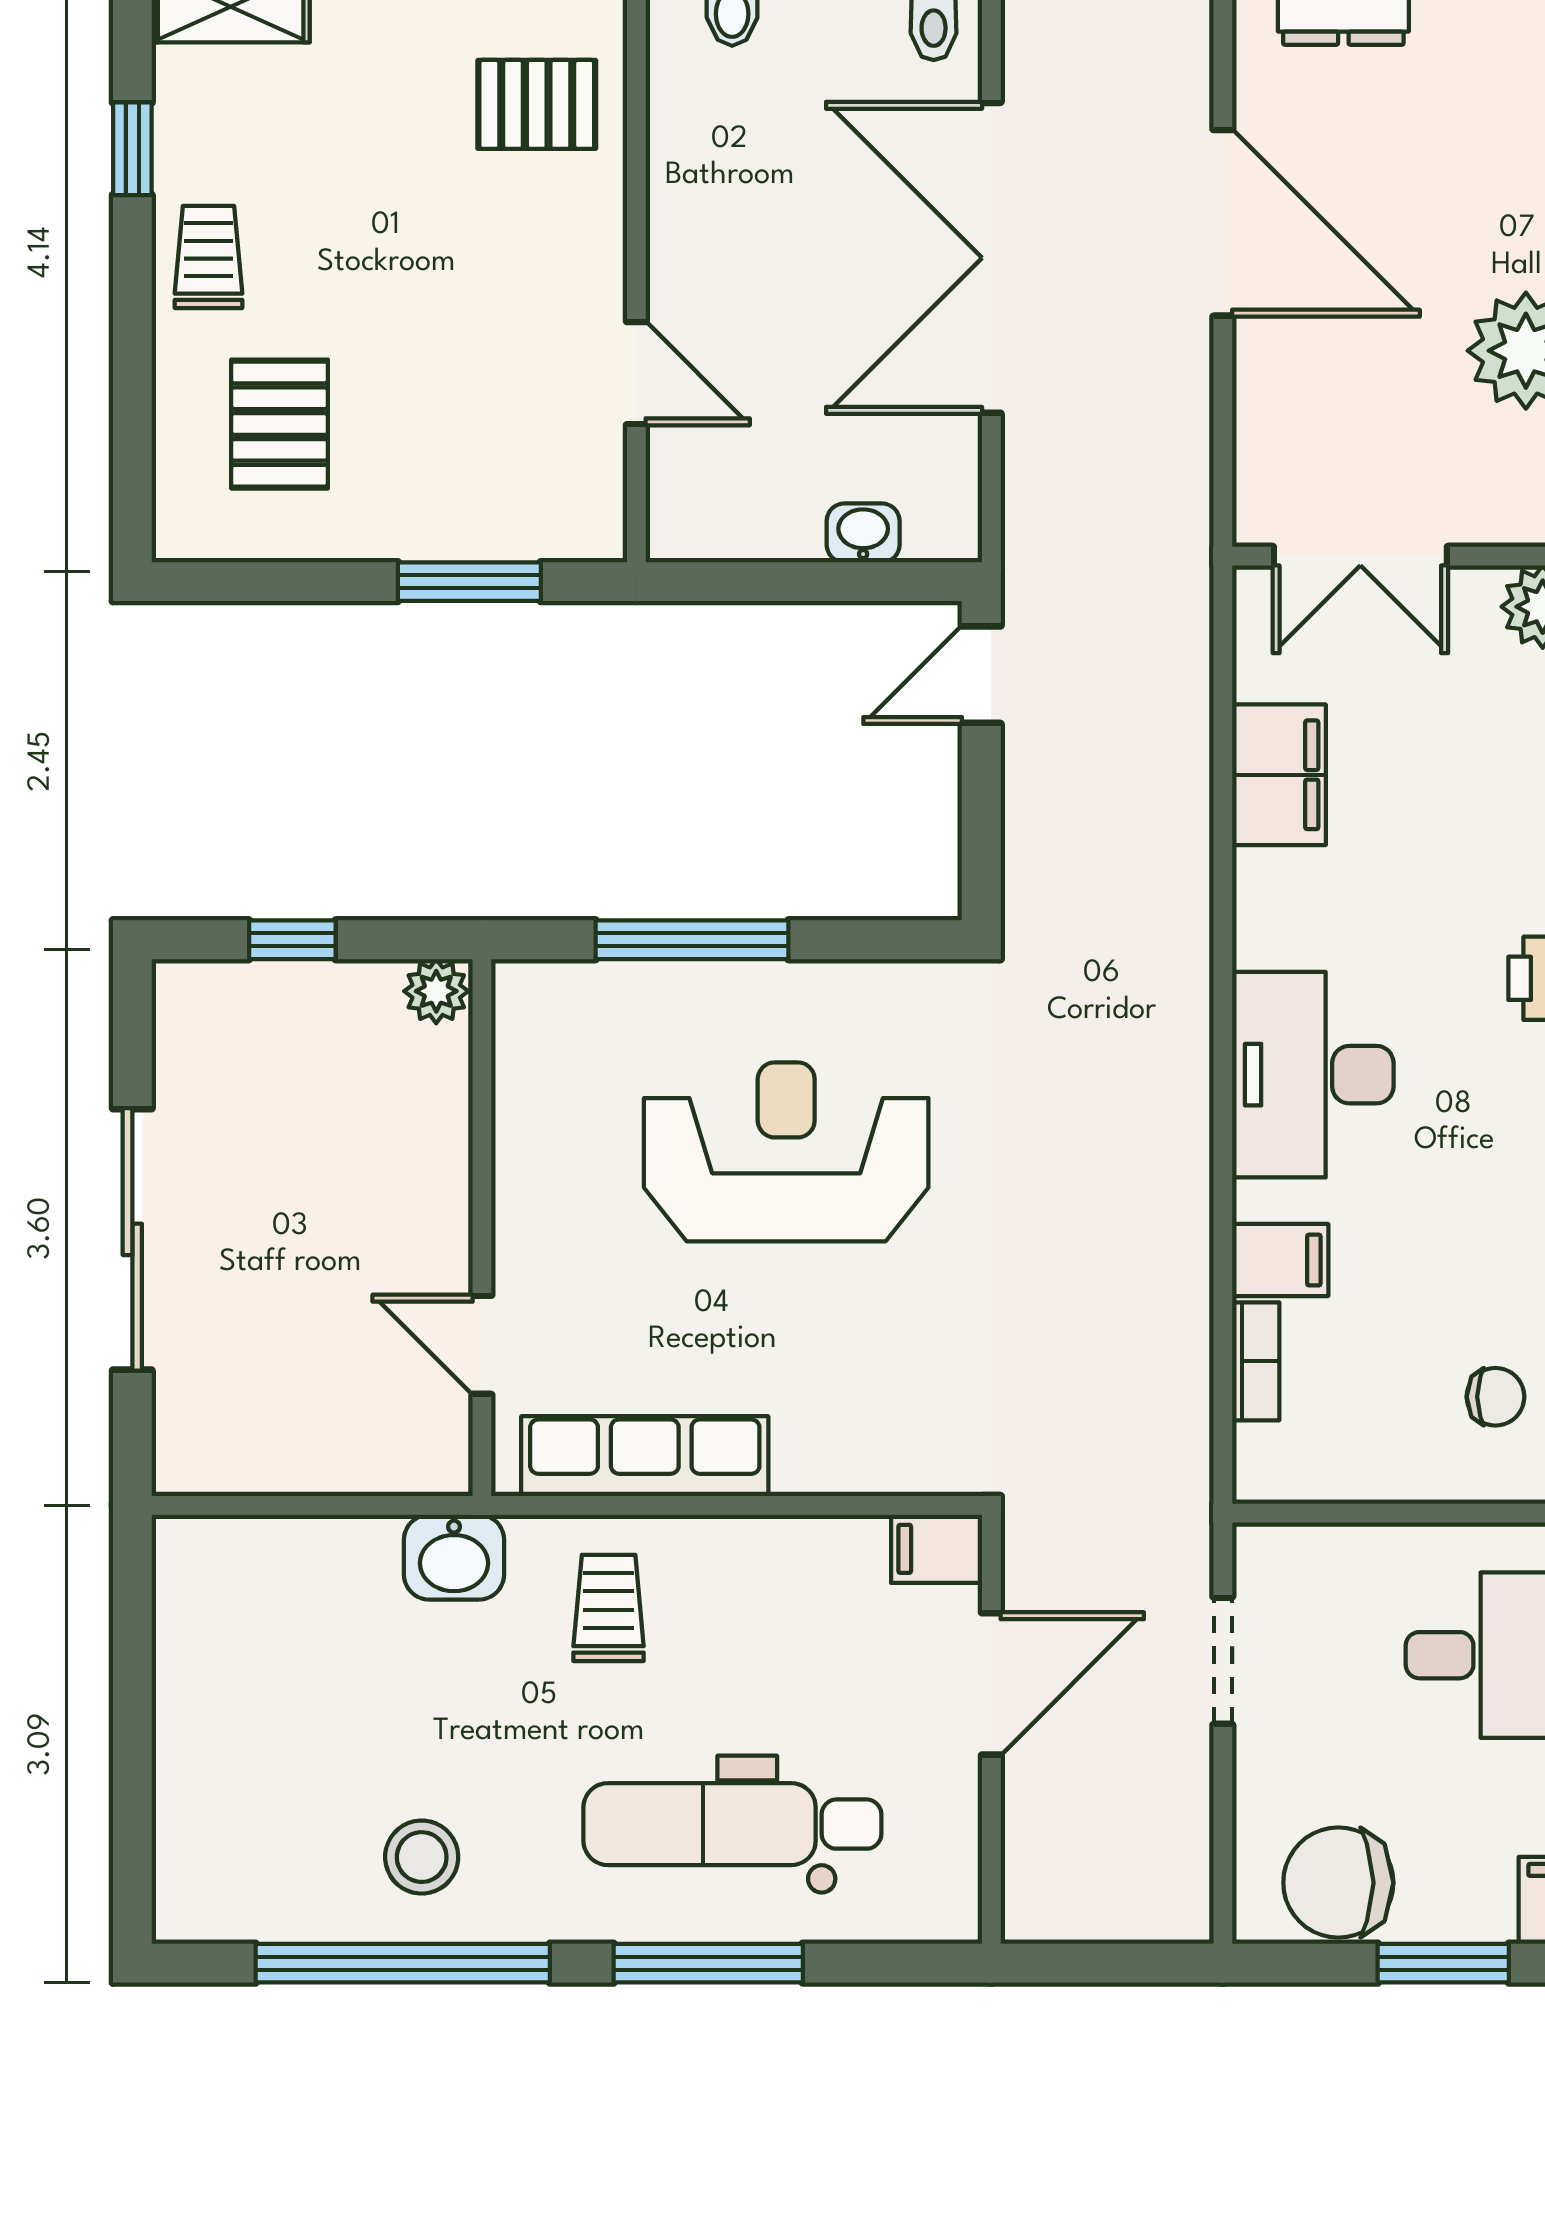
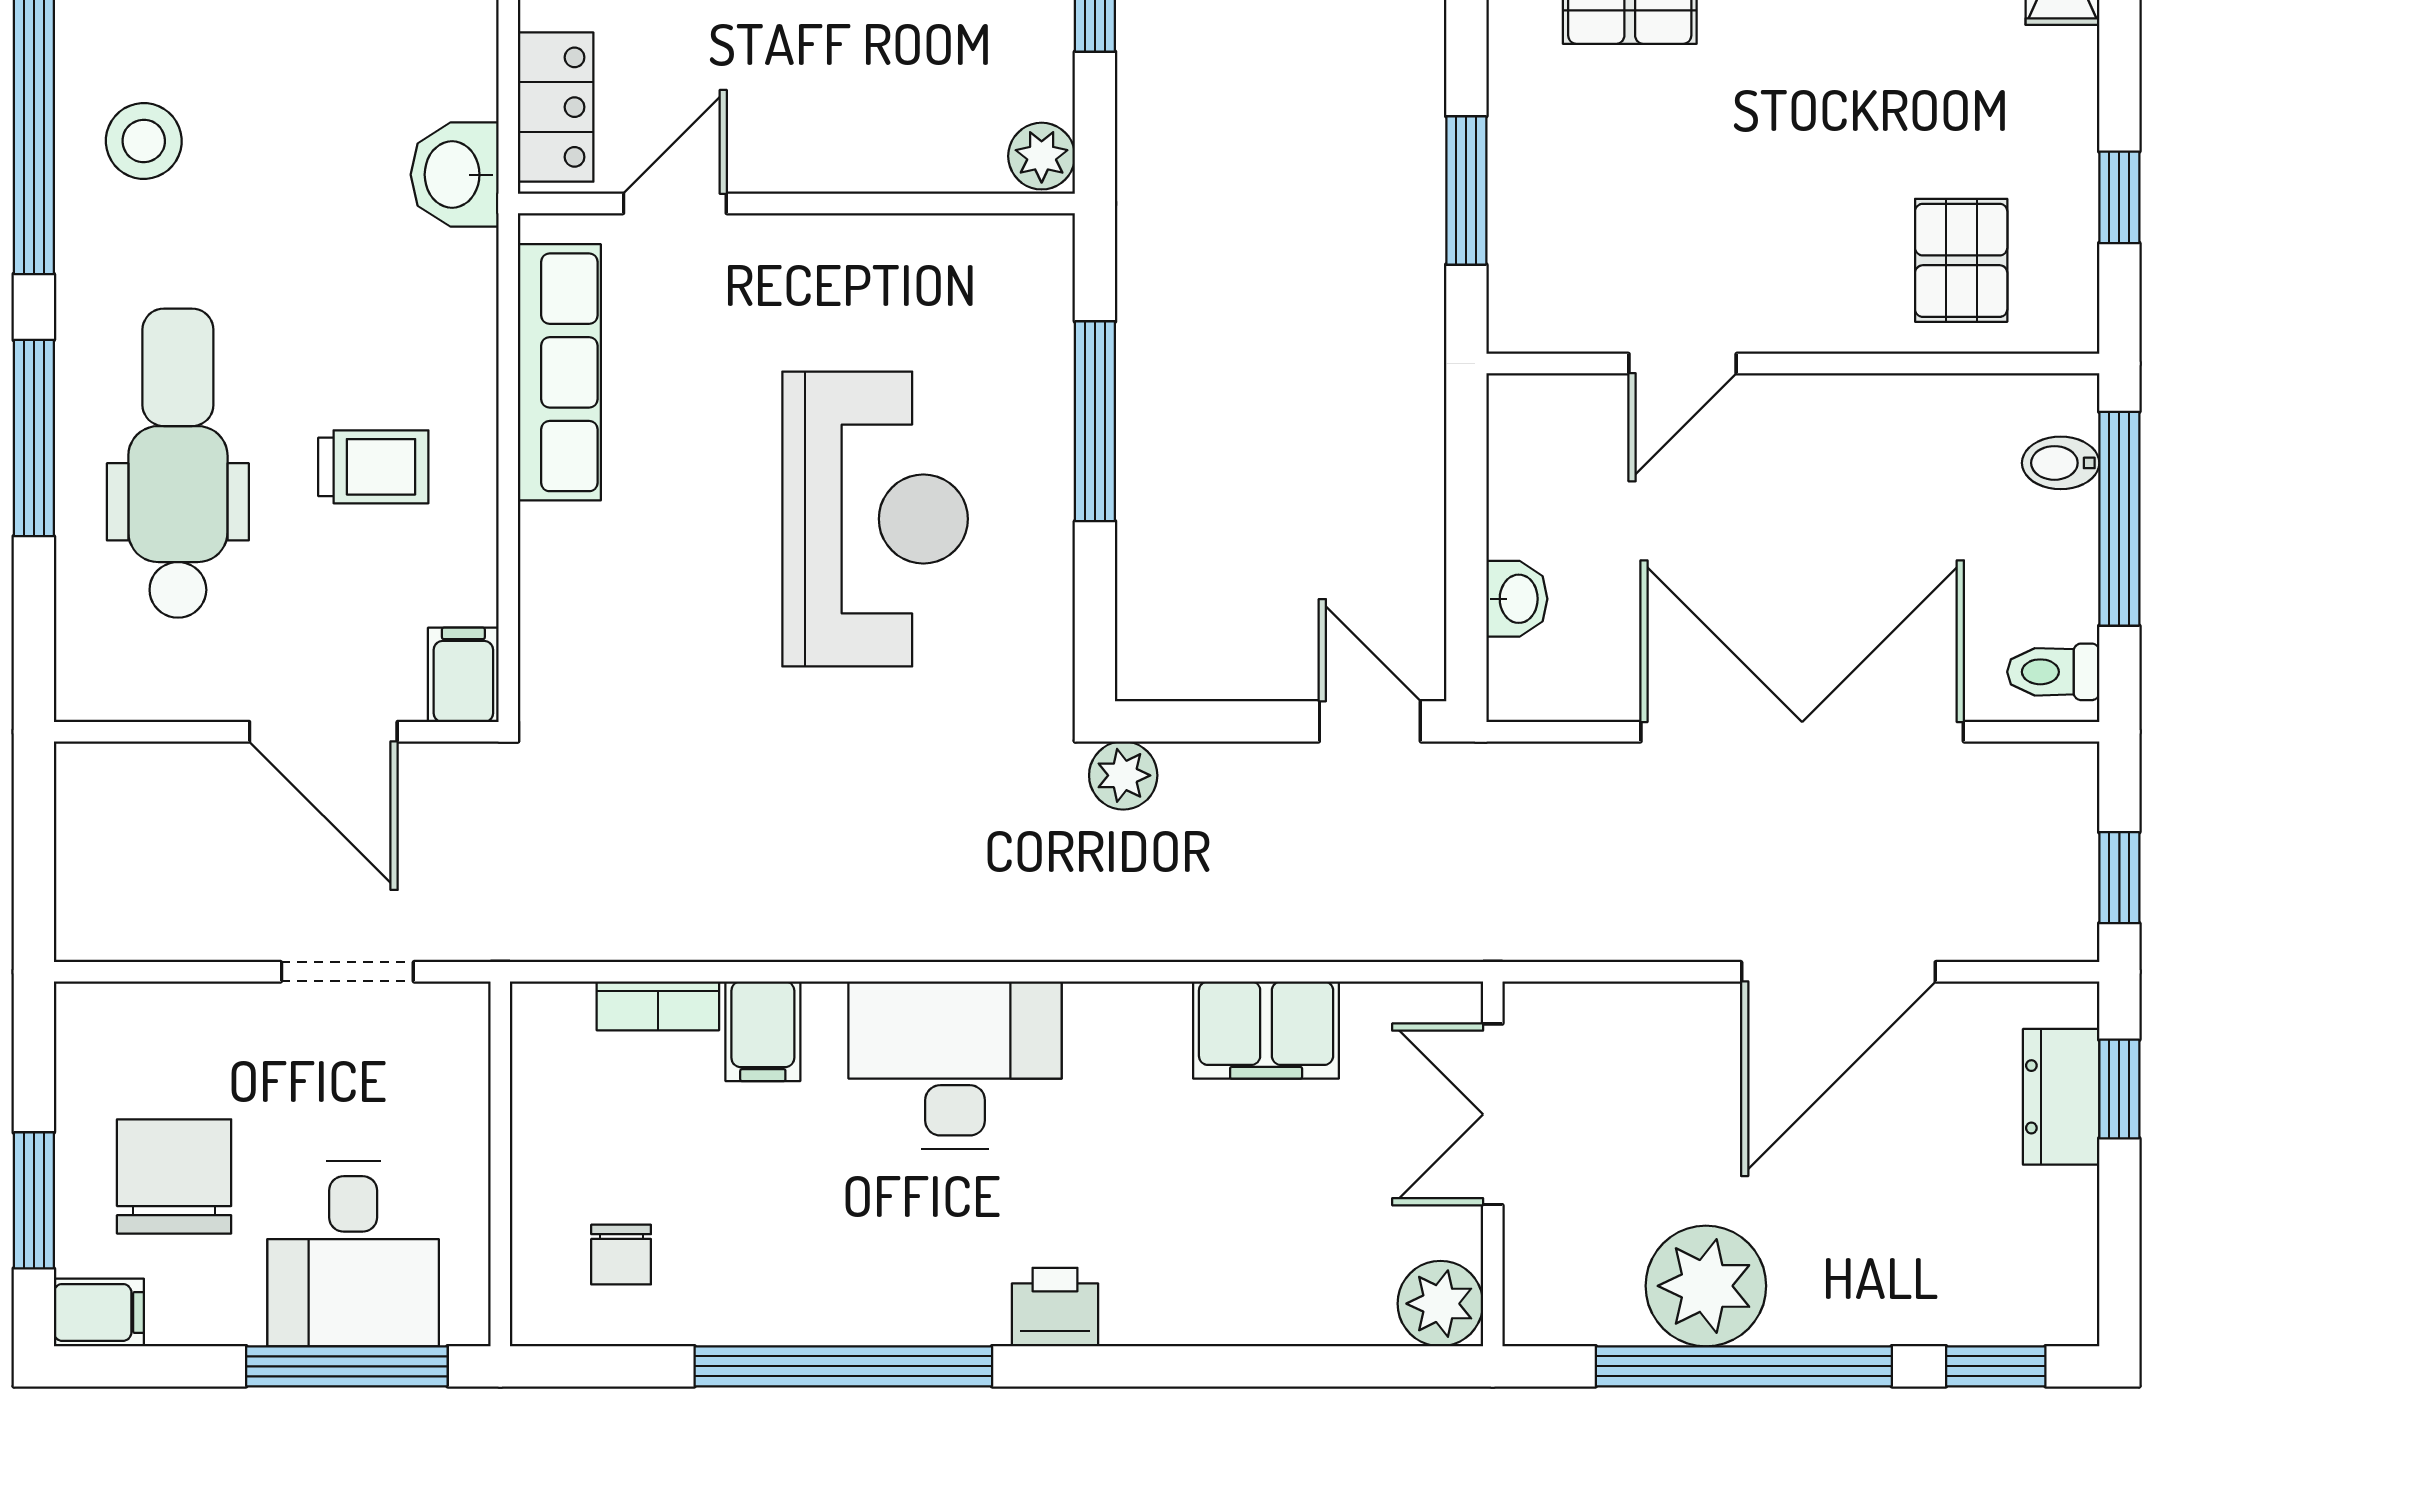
plant: (1033, 913) -> (1123, 775), added
locker: (389, 1460) -> (556, 107), added
trolley: (609, 1608) -> (373, 467), moved
chair: (1338, 1883) -> (174, 1176), moved

